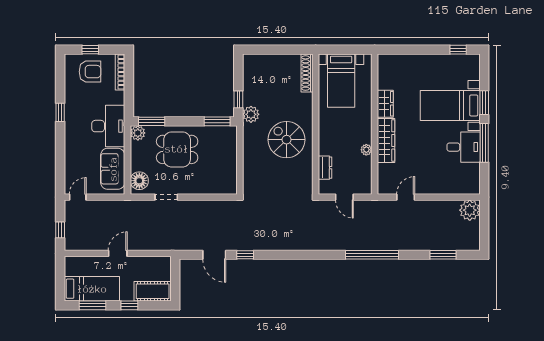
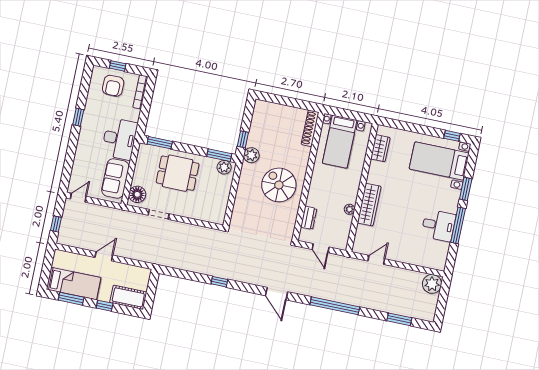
armchair: (90, 72) -> (113, 86), turned 90
wardrobe: (385, 104) -> (380, 148), moved
bed with nightstands: (450, 105) -> (439, 161), moved
plant: (138, 133) -> (224, 167), moved
door: (214, 255) -> (277, 294), moved

